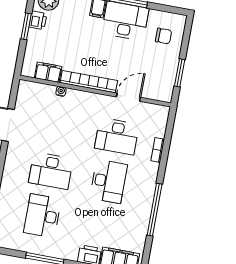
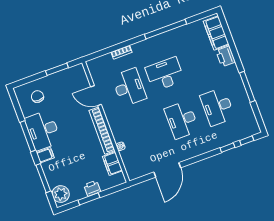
printer: (38, 20) -> (92, 188), moved
desk: (51, 171) -> (182, 120), turned 180
desk: (43, 216) -> (217, 107), turned 90

